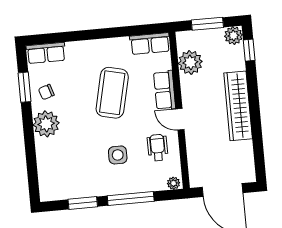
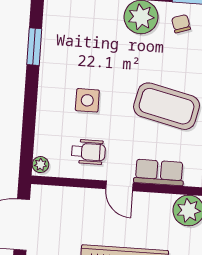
door: (180, 119) -> (119, 186), swing flipped
window: (131, 199) -> (30, 108), removed

